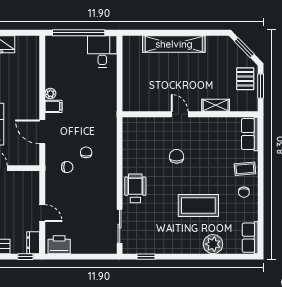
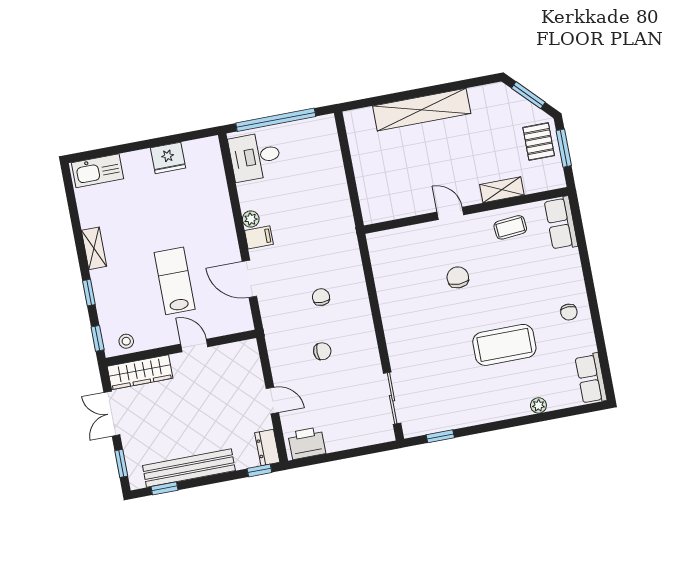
desk: (102, 51) -> (255, 157), moved, turned -90
chair: (67, 167) -> (322, 351), moved
coffee table: (245, 169) -> (510, 227), moved
wheelchair: (135, 188) -> (405, 337), removed
plant: (213, 244) -> (538, 405), width x0.53, depth x0.53

